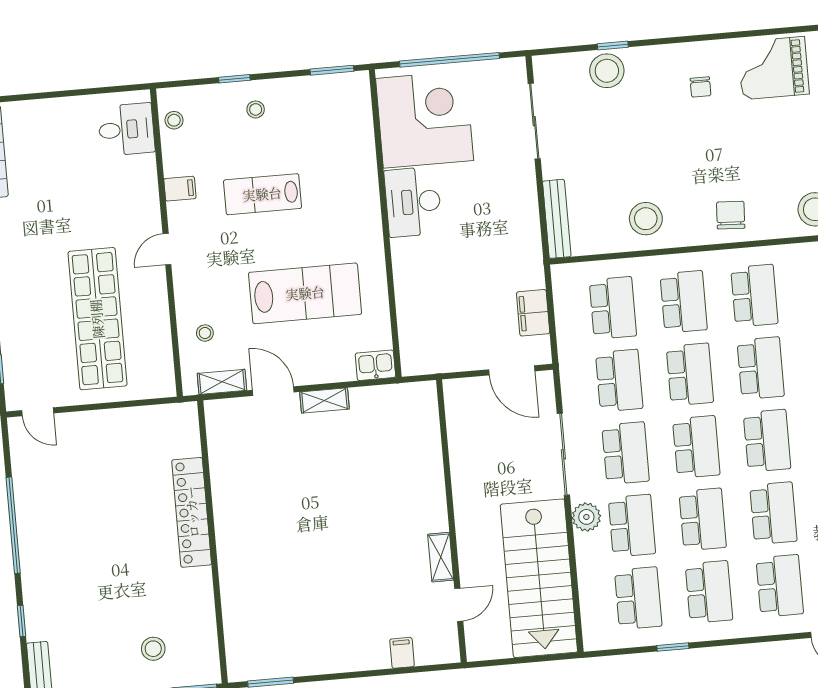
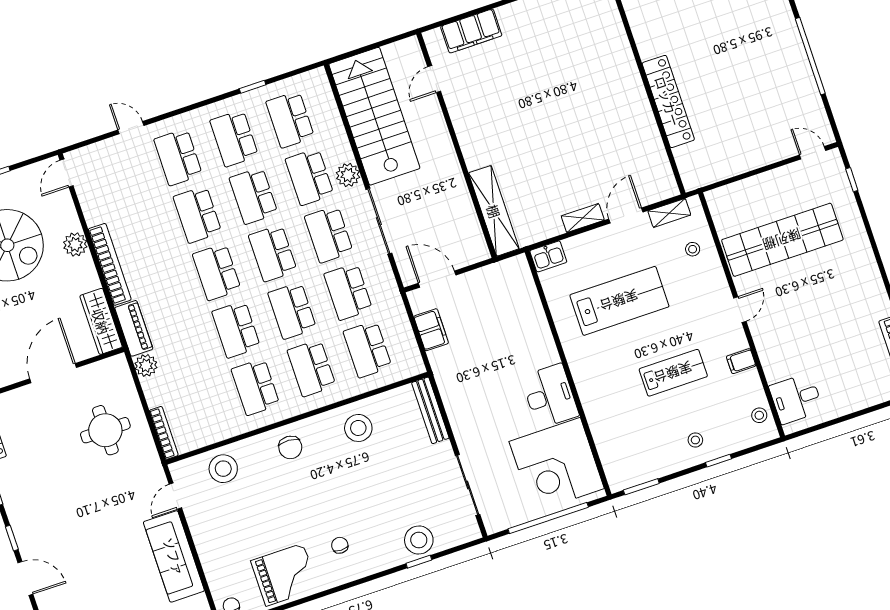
lab bench: (305, 293) -> (619, 301), turned 180
shop shelf: (97, 319) -> (782, 240), turned 90
door: (273, 391) -> (626, 216), swing flipped
shelving: (441, 557) -> (494, 211), moved, width x2.20, depth x1.33
filing cabinet: (402, 653) -> (471, 31), width x3.00, depth x1.17

